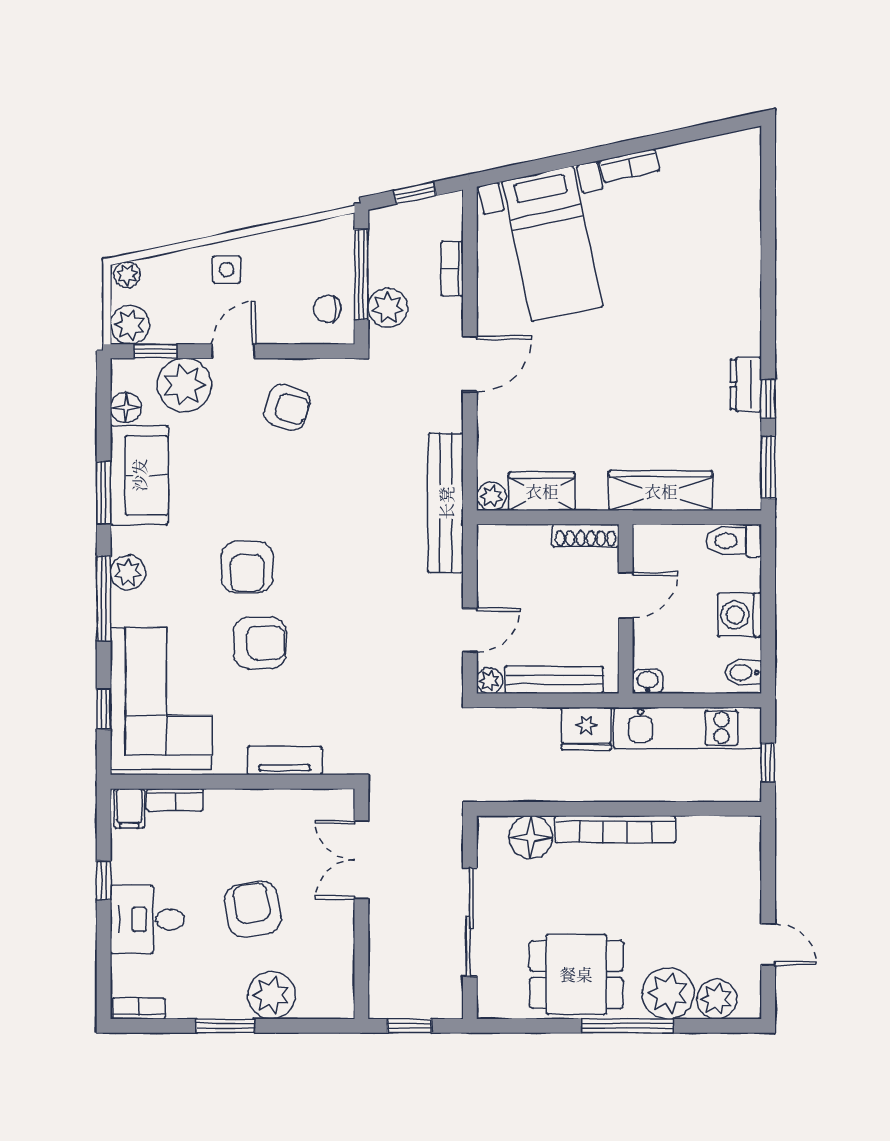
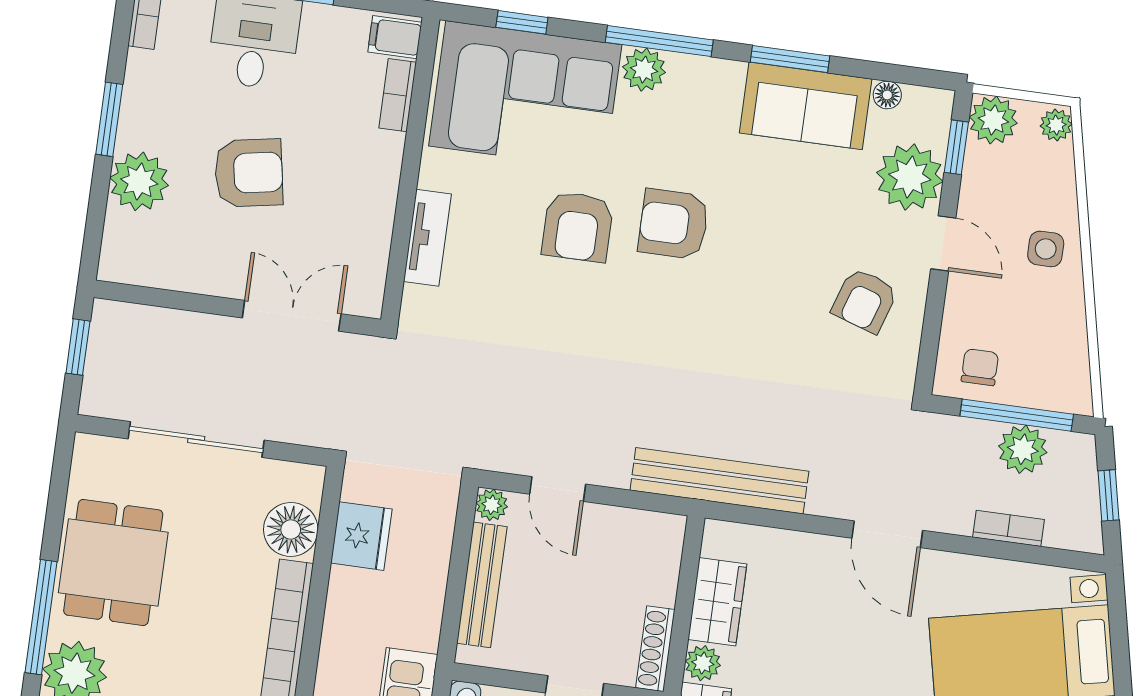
plant: (388, 308) -> (1023, 449), moved
floor lamp: (126, 408) -> (887, 95), width x0.73, depth x0.73
plant: (492, 496) -> (703, 663), moved
plant: (128, 573) -> (644, 70), moved
fridge: (586, 729) -> (361, 536), moved, turned 180

